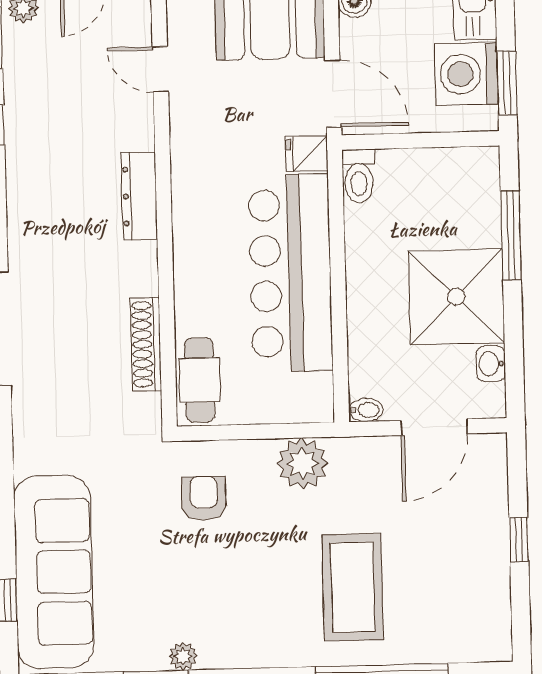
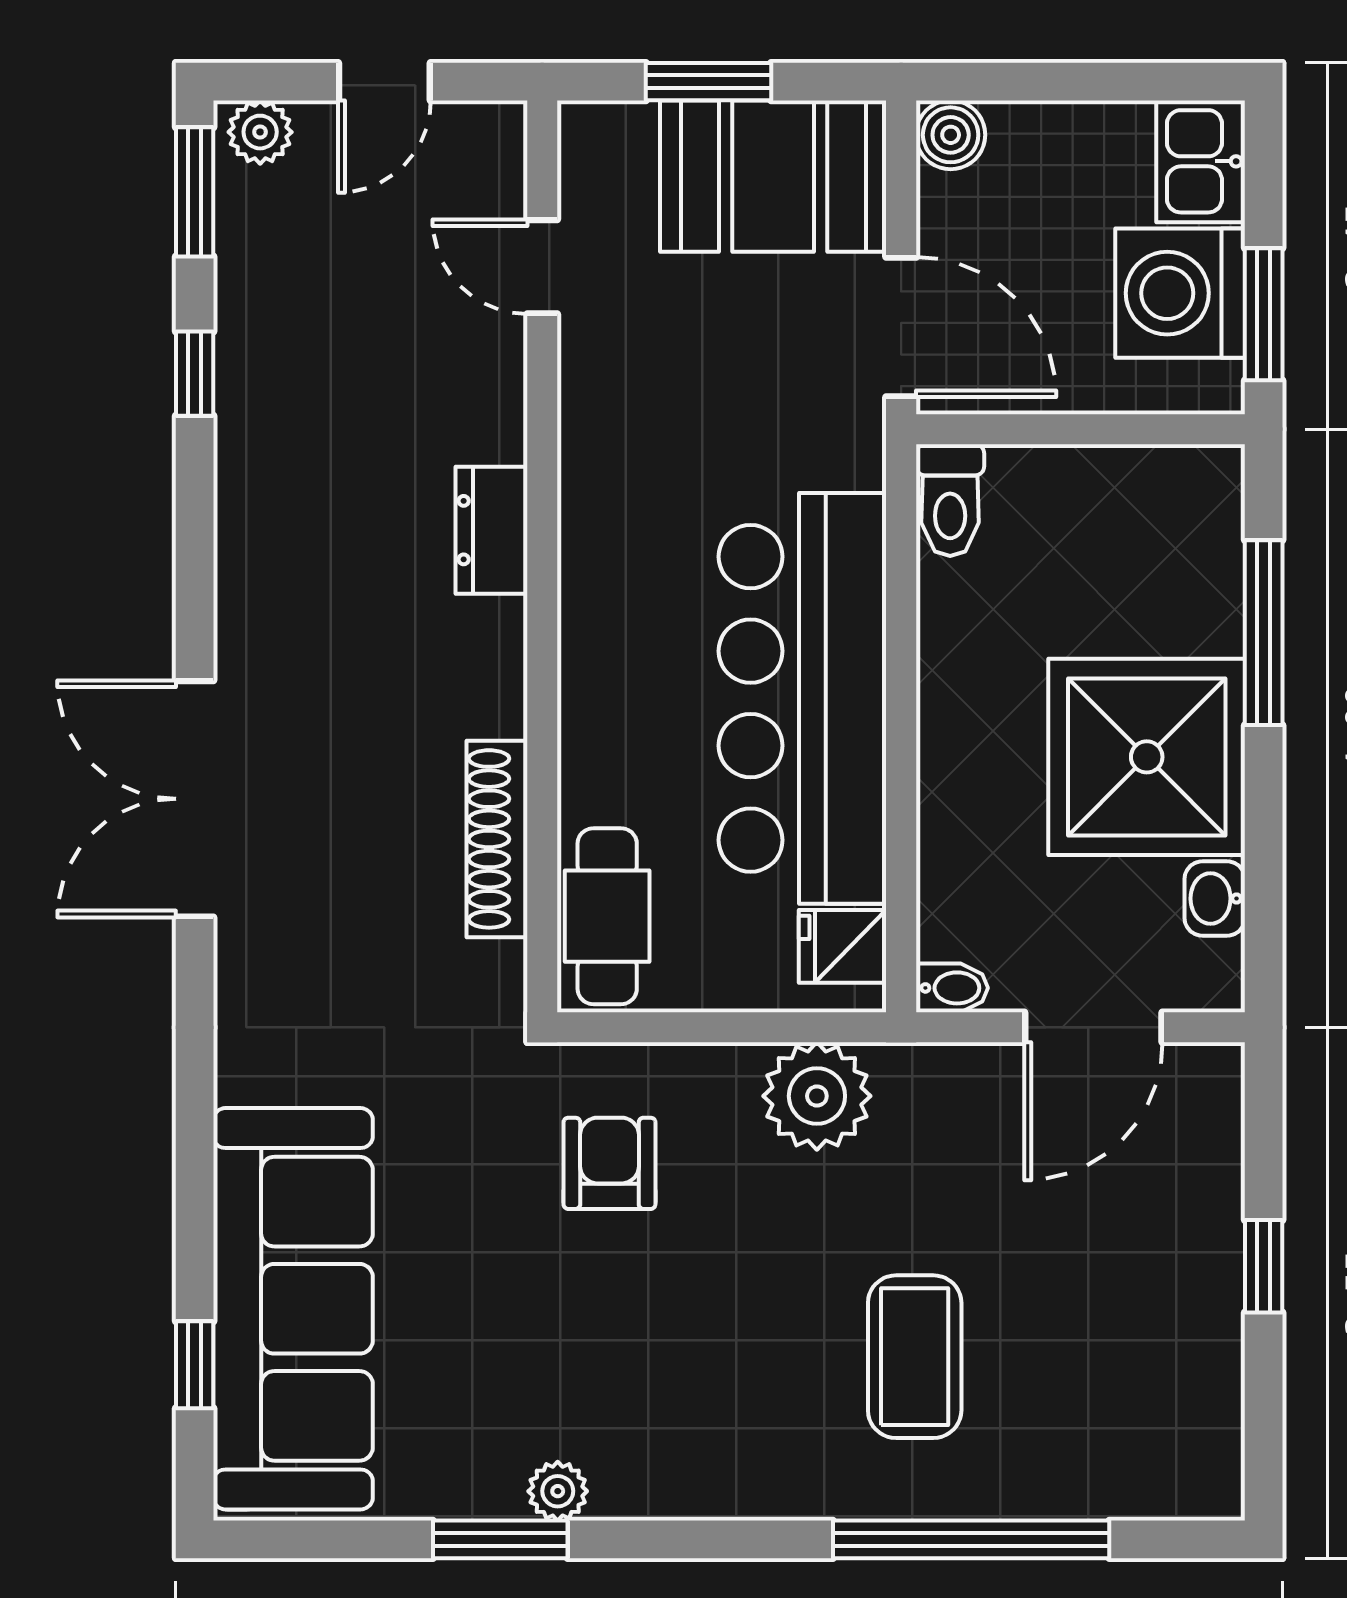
fridge: (307, 154) -> (842, 946), moved
dresser: (139, 196) -> (491, 530), width x0.70
coffee table: (353, 587) -> (915, 1357), width x0.73, depth x0.76

